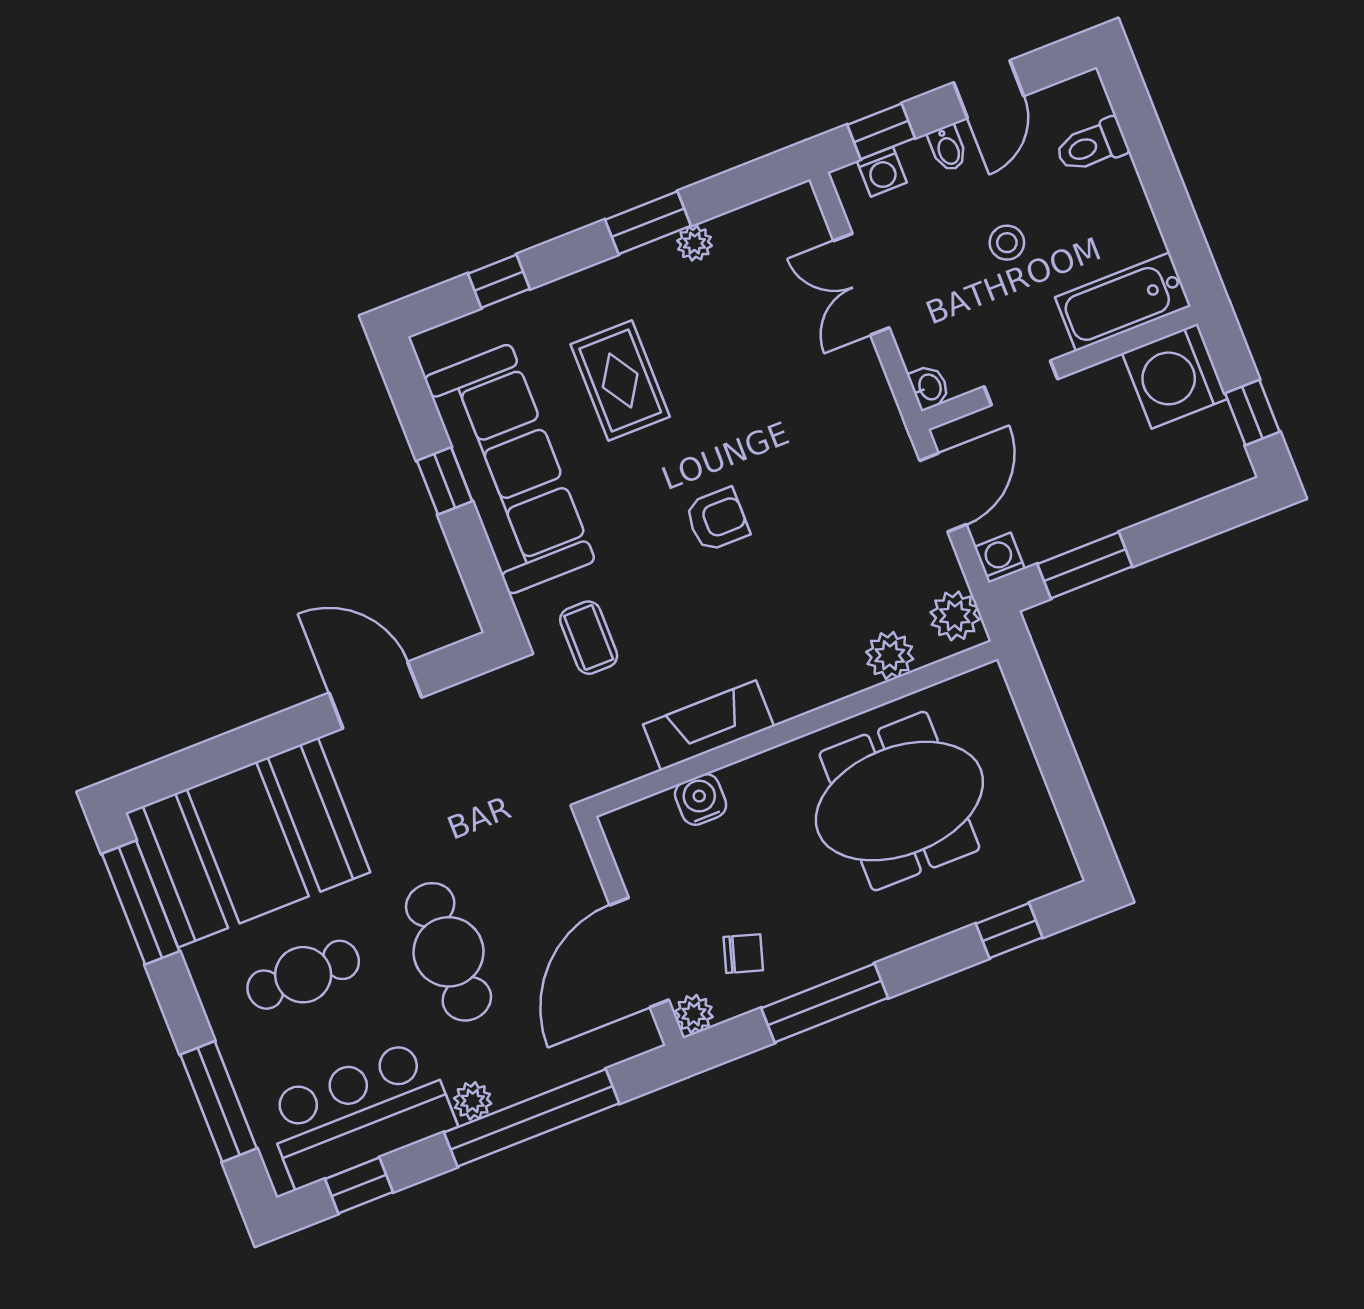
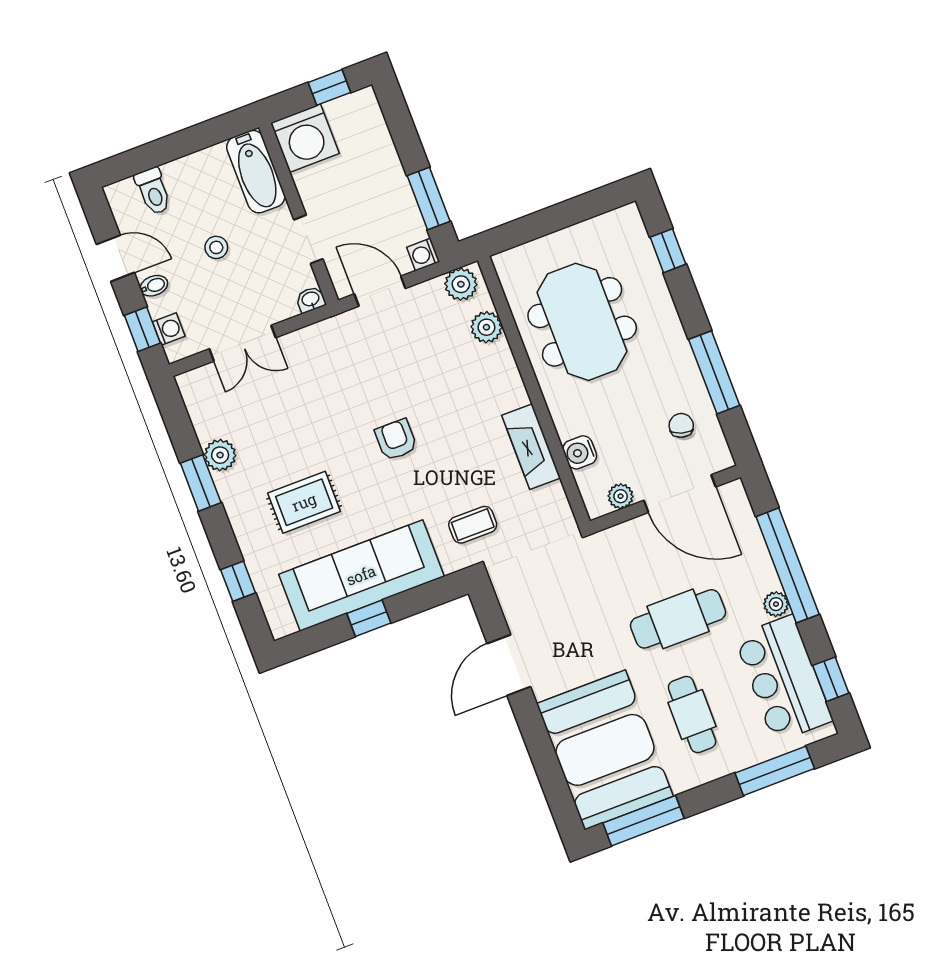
plant: (694, 243) -> (220, 455), width x1.38, depth x1.38
plant: (694, 1014) -> (621, 496), moved

